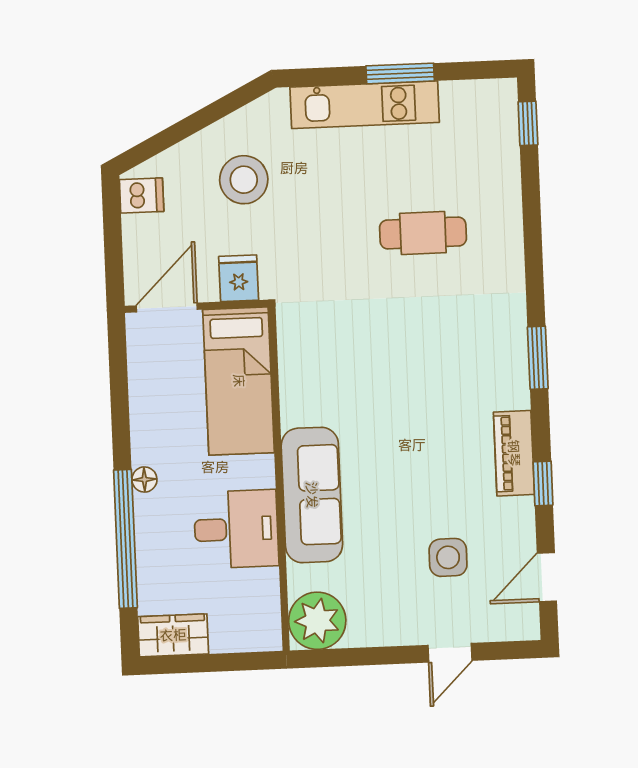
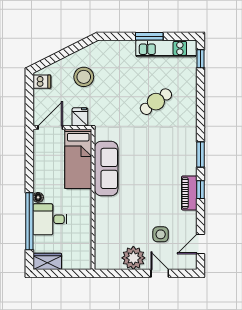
kitchen unit: (365, 105) -> (166, 48), moved
cafe table: (423, 233) -> (156, 102), turned -36
window: (543, 483) -> (201, 190), moved
sofa: (312, 495) -> (106, 168), moved
desk: (236, 529) -> (50, 219), moved, turned 180
plant: (317, 621) -> (133, 258), moved
door: (450, 653) -> (160, 273), swing flipped

